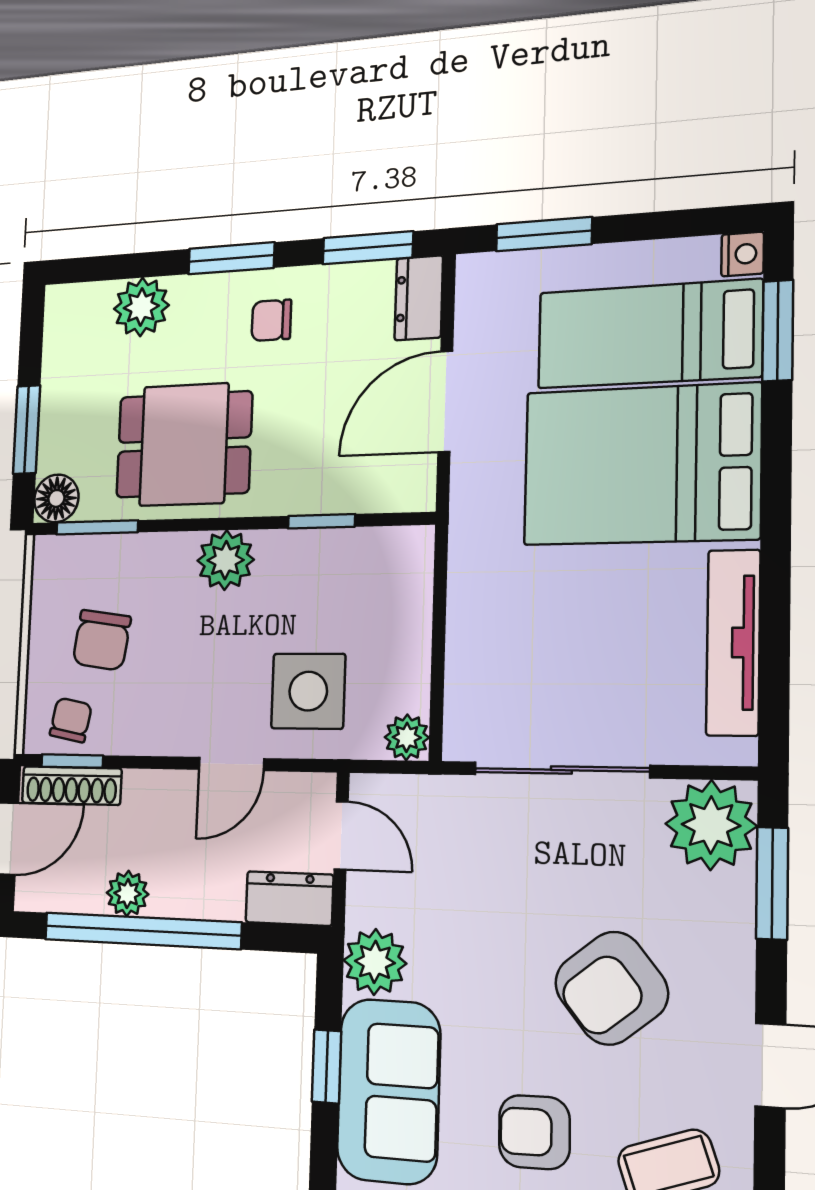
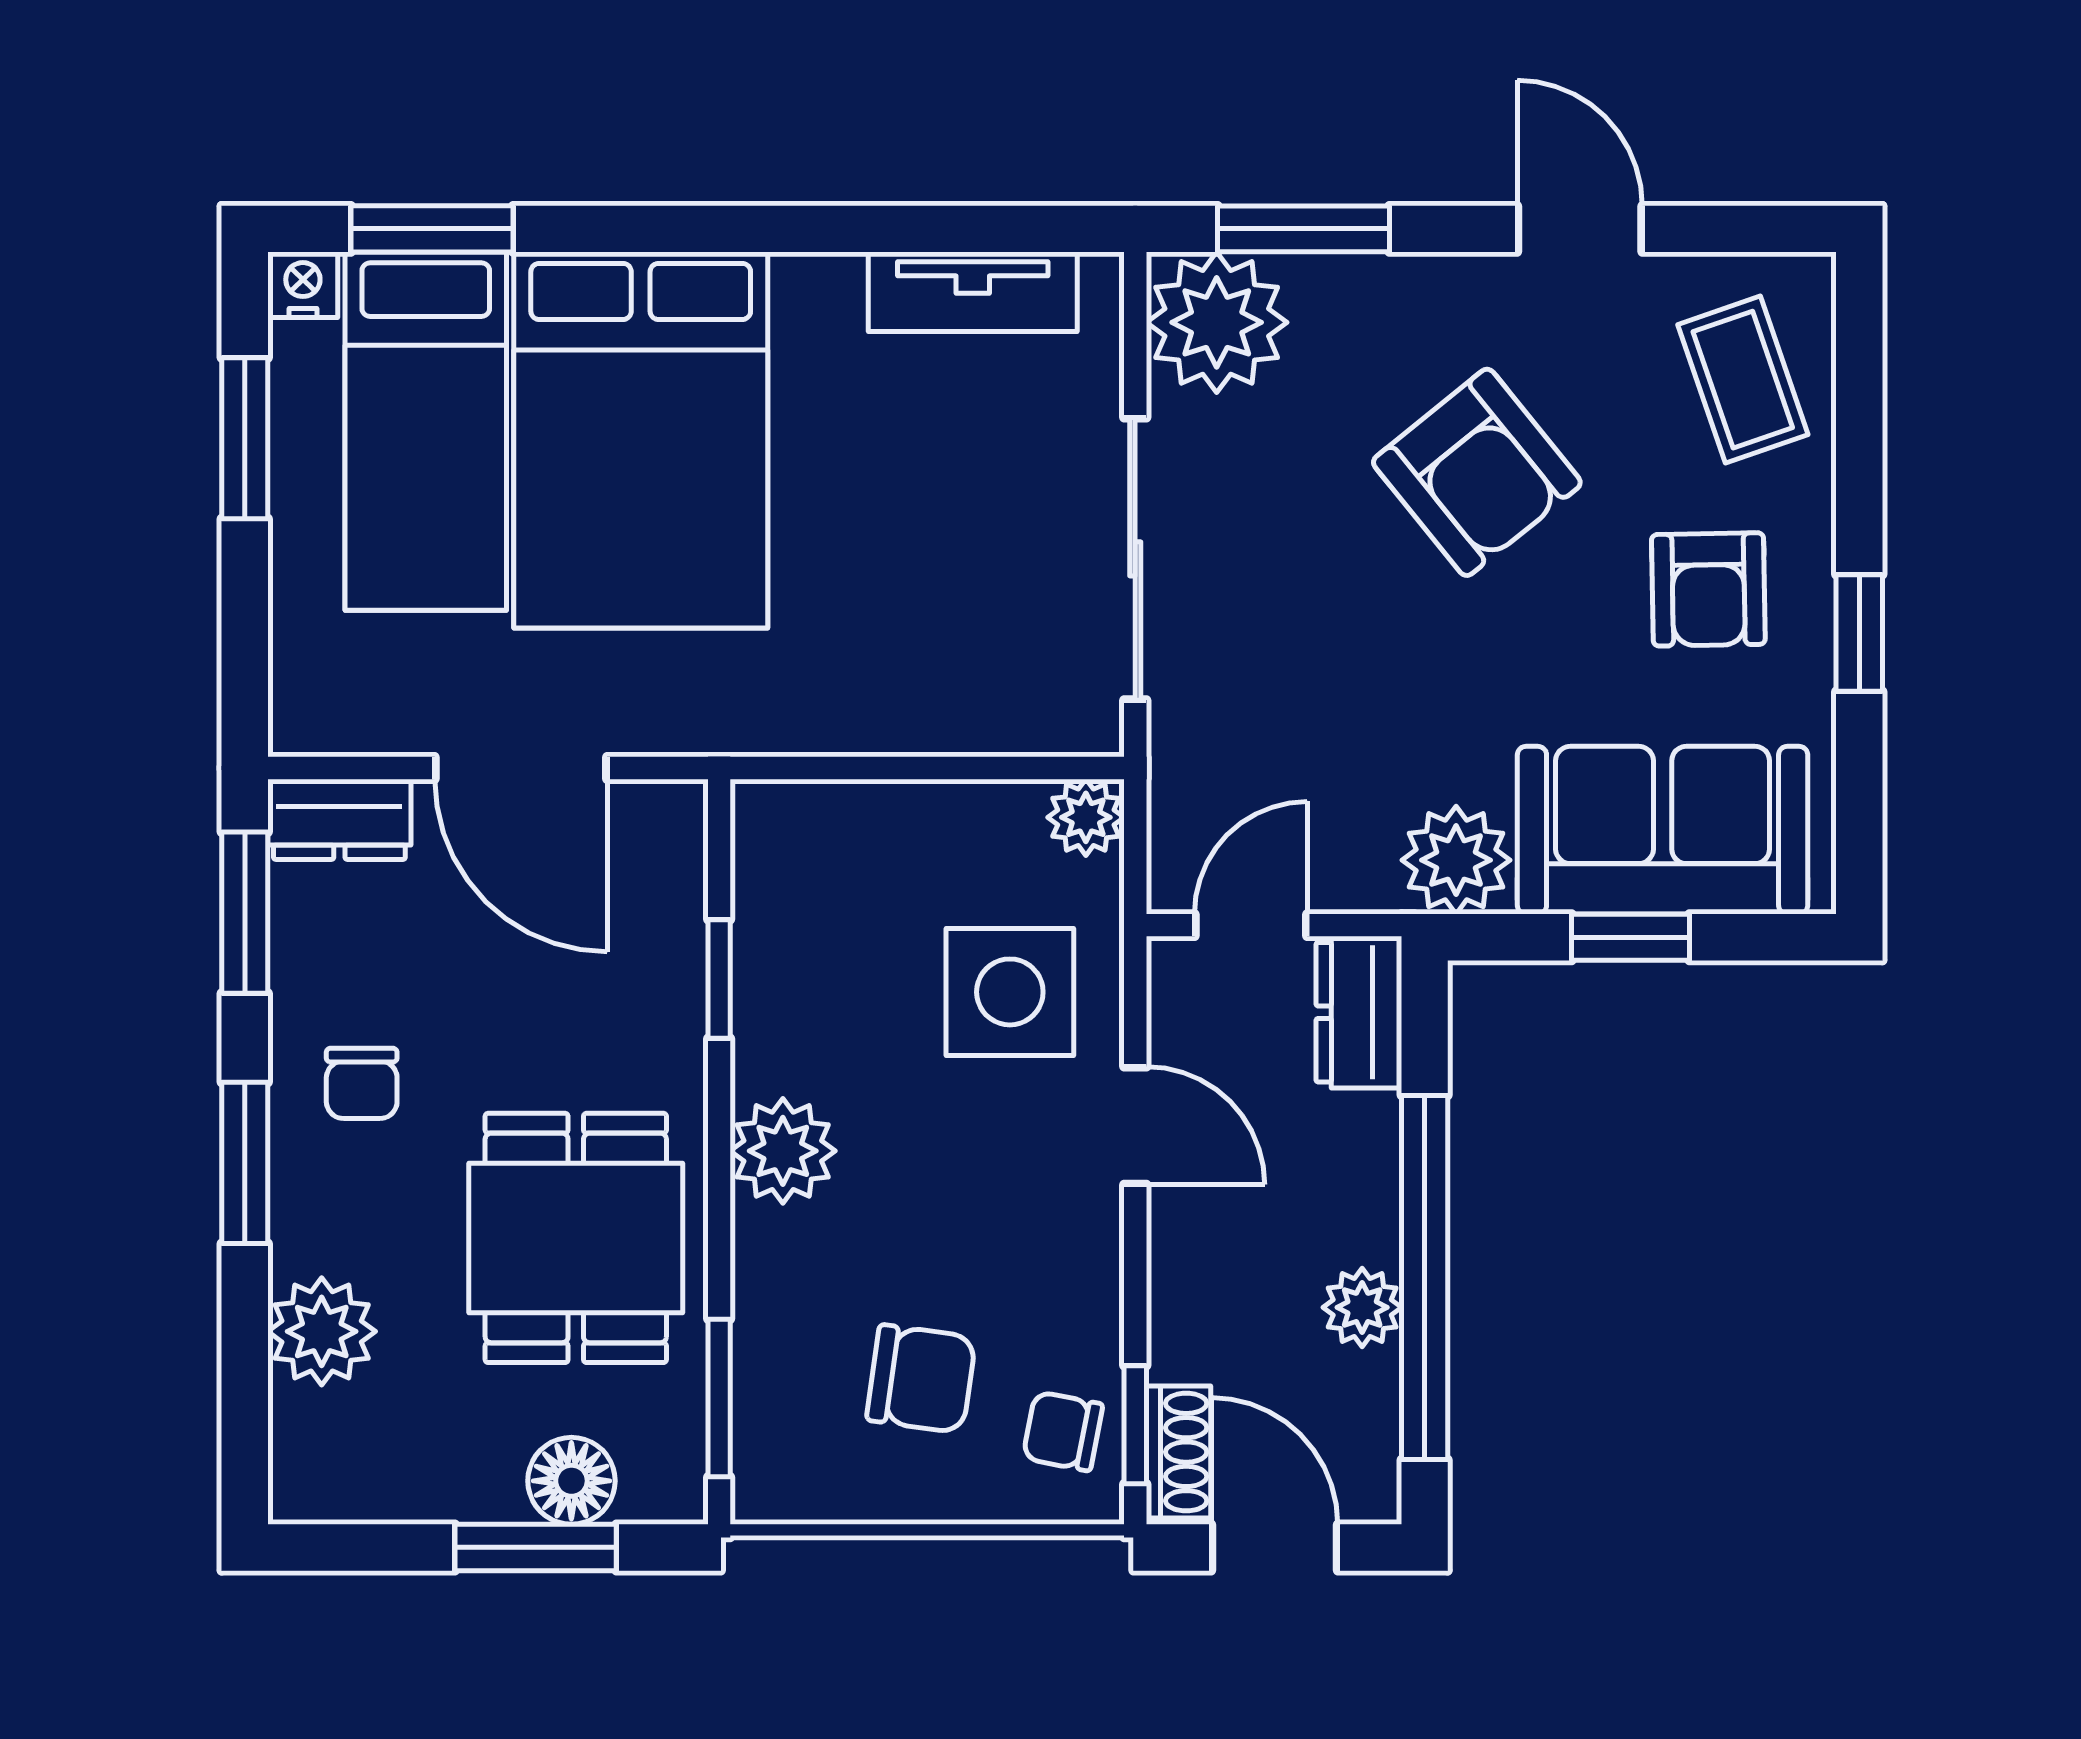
window: (544, 234) -> (245, 438), moved
floor lamp: (56, 498) -> (571, 1481), moved
tv unit: (733, 643) -> (973, 292), width x0.71
shoe rack: (72, 786) -> (1178, 1452), width x0.70

